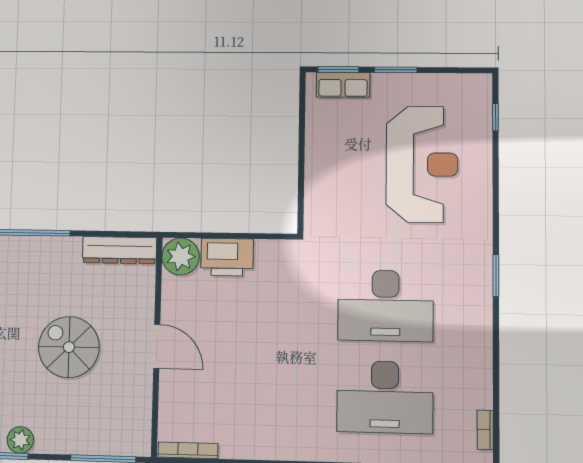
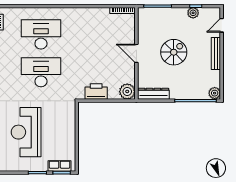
printer: (227, 257) -> (96, 92), moved
spiral stairs: (69, 347) -> (174, 52), turned -90

